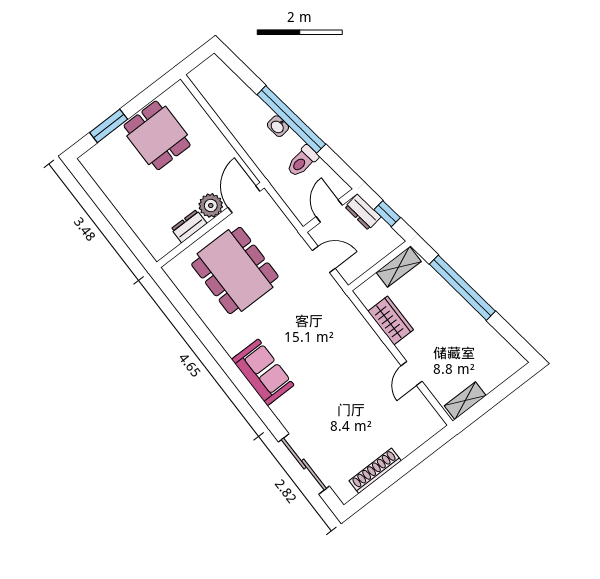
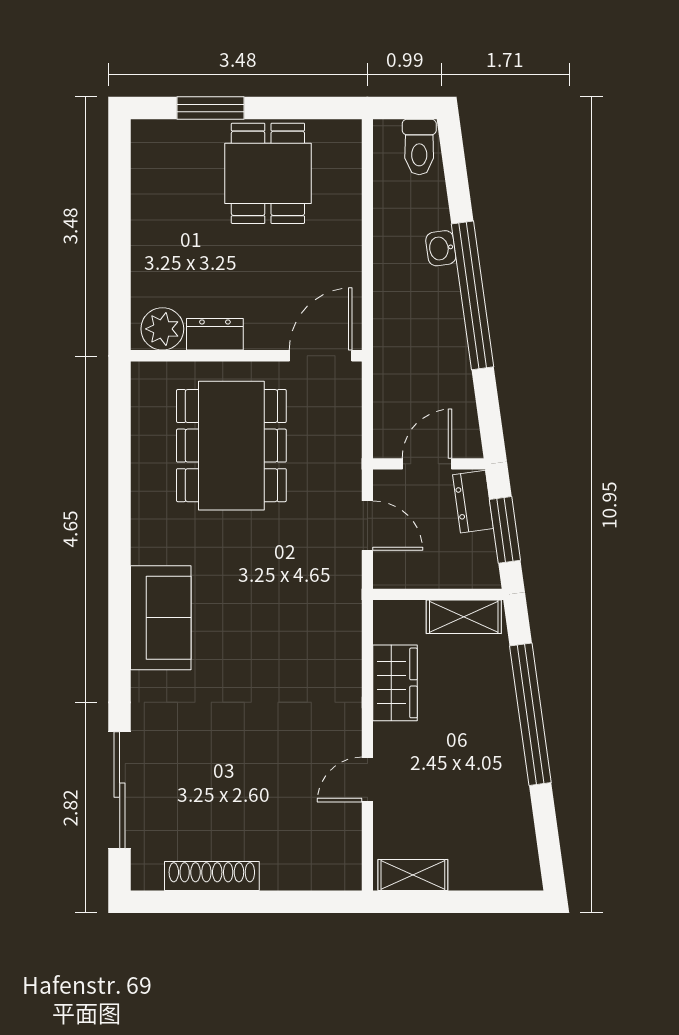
washbasin: (278, 126) -> (441, 248), moved
toilet: (302, 161) -> (419, 147), moved, turned -82
plant: (211, 205) -> (162, 329), moved
window: (387, 214) -> (505, 530), width x1.50

